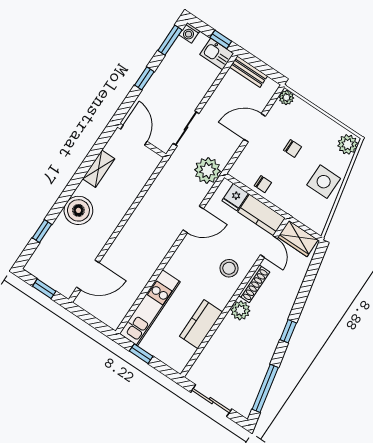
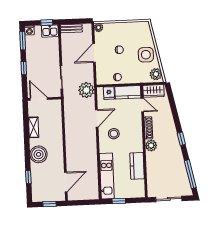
plant: (348, 144) -> (156, 74), moved
stool: (229, 268) -> (114, 134), moved

